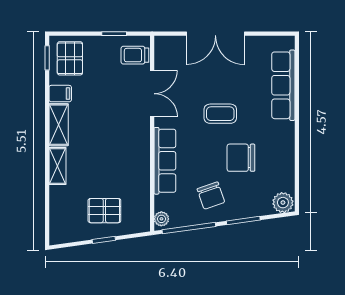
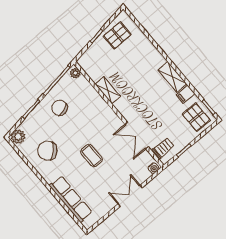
double door: (215, 34) -> (130, 196), width x0.73
water cooler: (164, 42) -> (154, 168), added
coffee table: (220, 114) -> (91, 156), turned 90
chair: (241, 158) -> (47, 151), moved, turned -134
row of seats: (165, 161) -> (100, 106), removed
shelving: (57, 166) -> (108, 90), moved
pallet: (104, 211) -> (117, 35), moved

